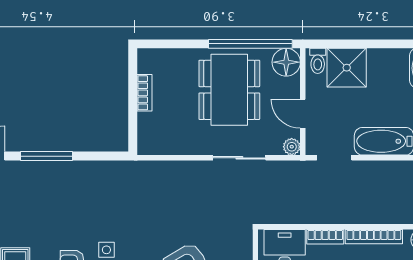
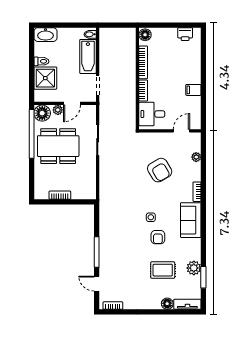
toilet: (318, 61) -> (41, 61), moved
plant: (292, 147) -> (58, 110), moved

